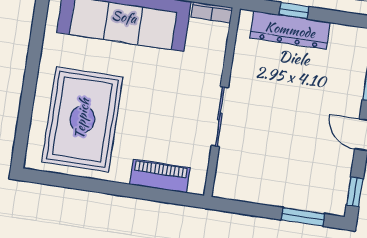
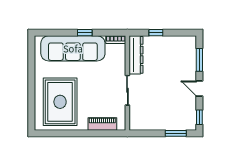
dresser: (290, 30) -> (136, 55), moved, turned -90

